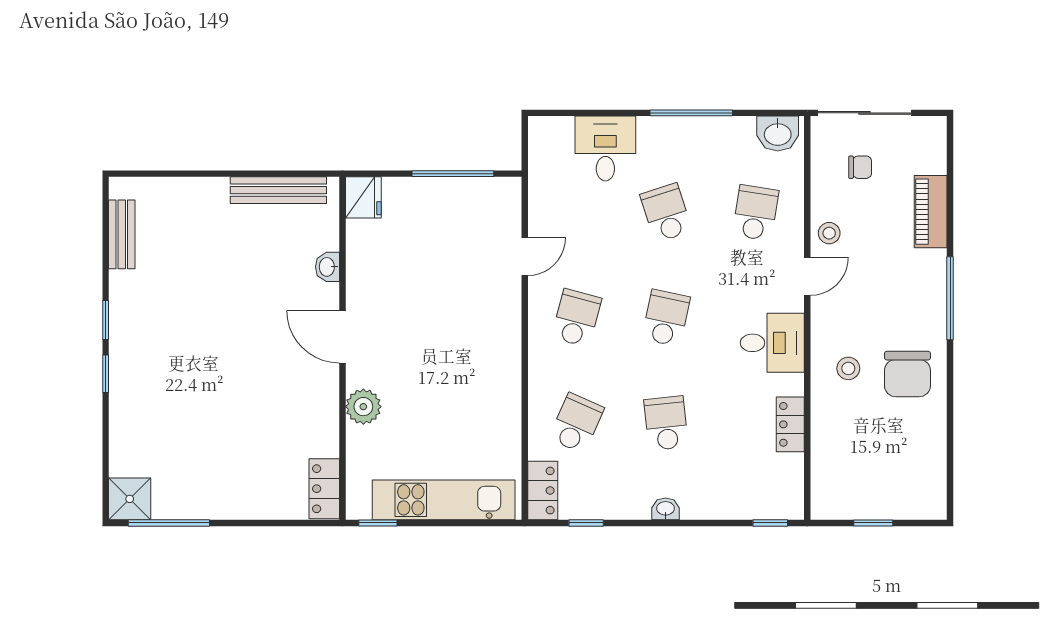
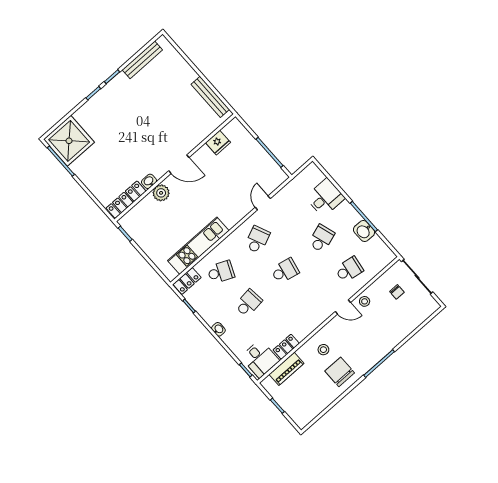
washbasin: (778, 134) -> (364, 231), moved
fridge: (363, 197) -> (218, 143), moved
piano: (931, 212) -> (286, 369), moved, turned 180
bench: (122, 234) -> (142, 60), width x1.36
door: (525, 257) -> (263, 203), swing flipped
washbasin: (328, 267) -> (149, 181), moved
school desk: (576, 318) -> (257, 240), turned -39
door: (343, 337) -> (179, 164), swing flipped
desk: (772, 343) -> (260, 359), moved
chair: (907, 374) -> (340, 372), turned 90
locker: (324, 489) -> (126, 200), width x1.53
shower: (130, 499) -> (69, 141), width x1.86, depth x1.86
kitchen unit: (444, 500) -> (198, 246), moved, turned -90

